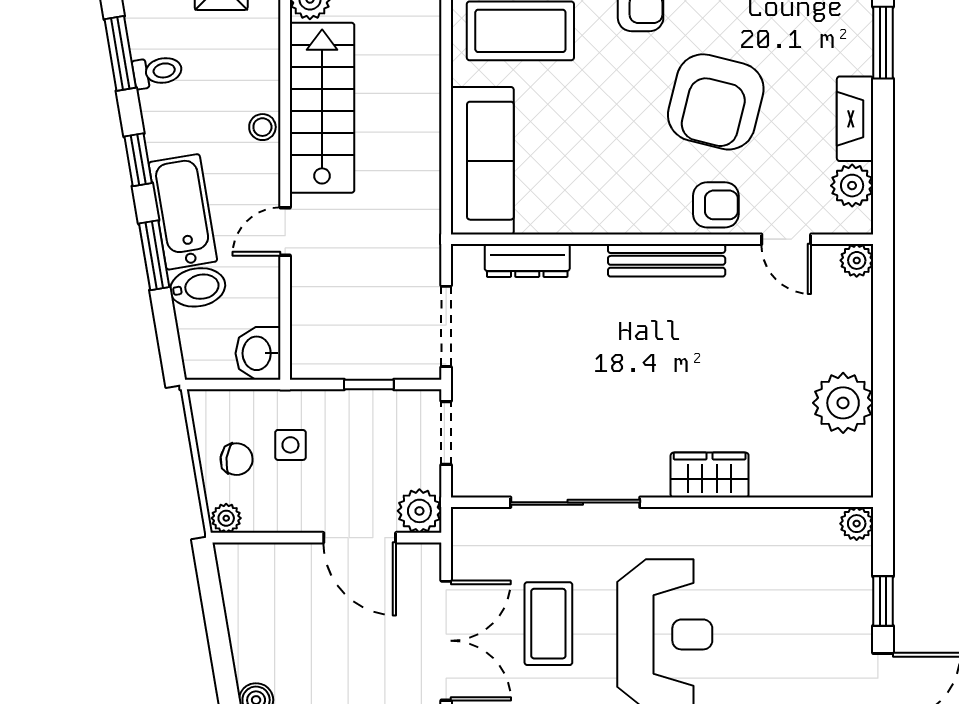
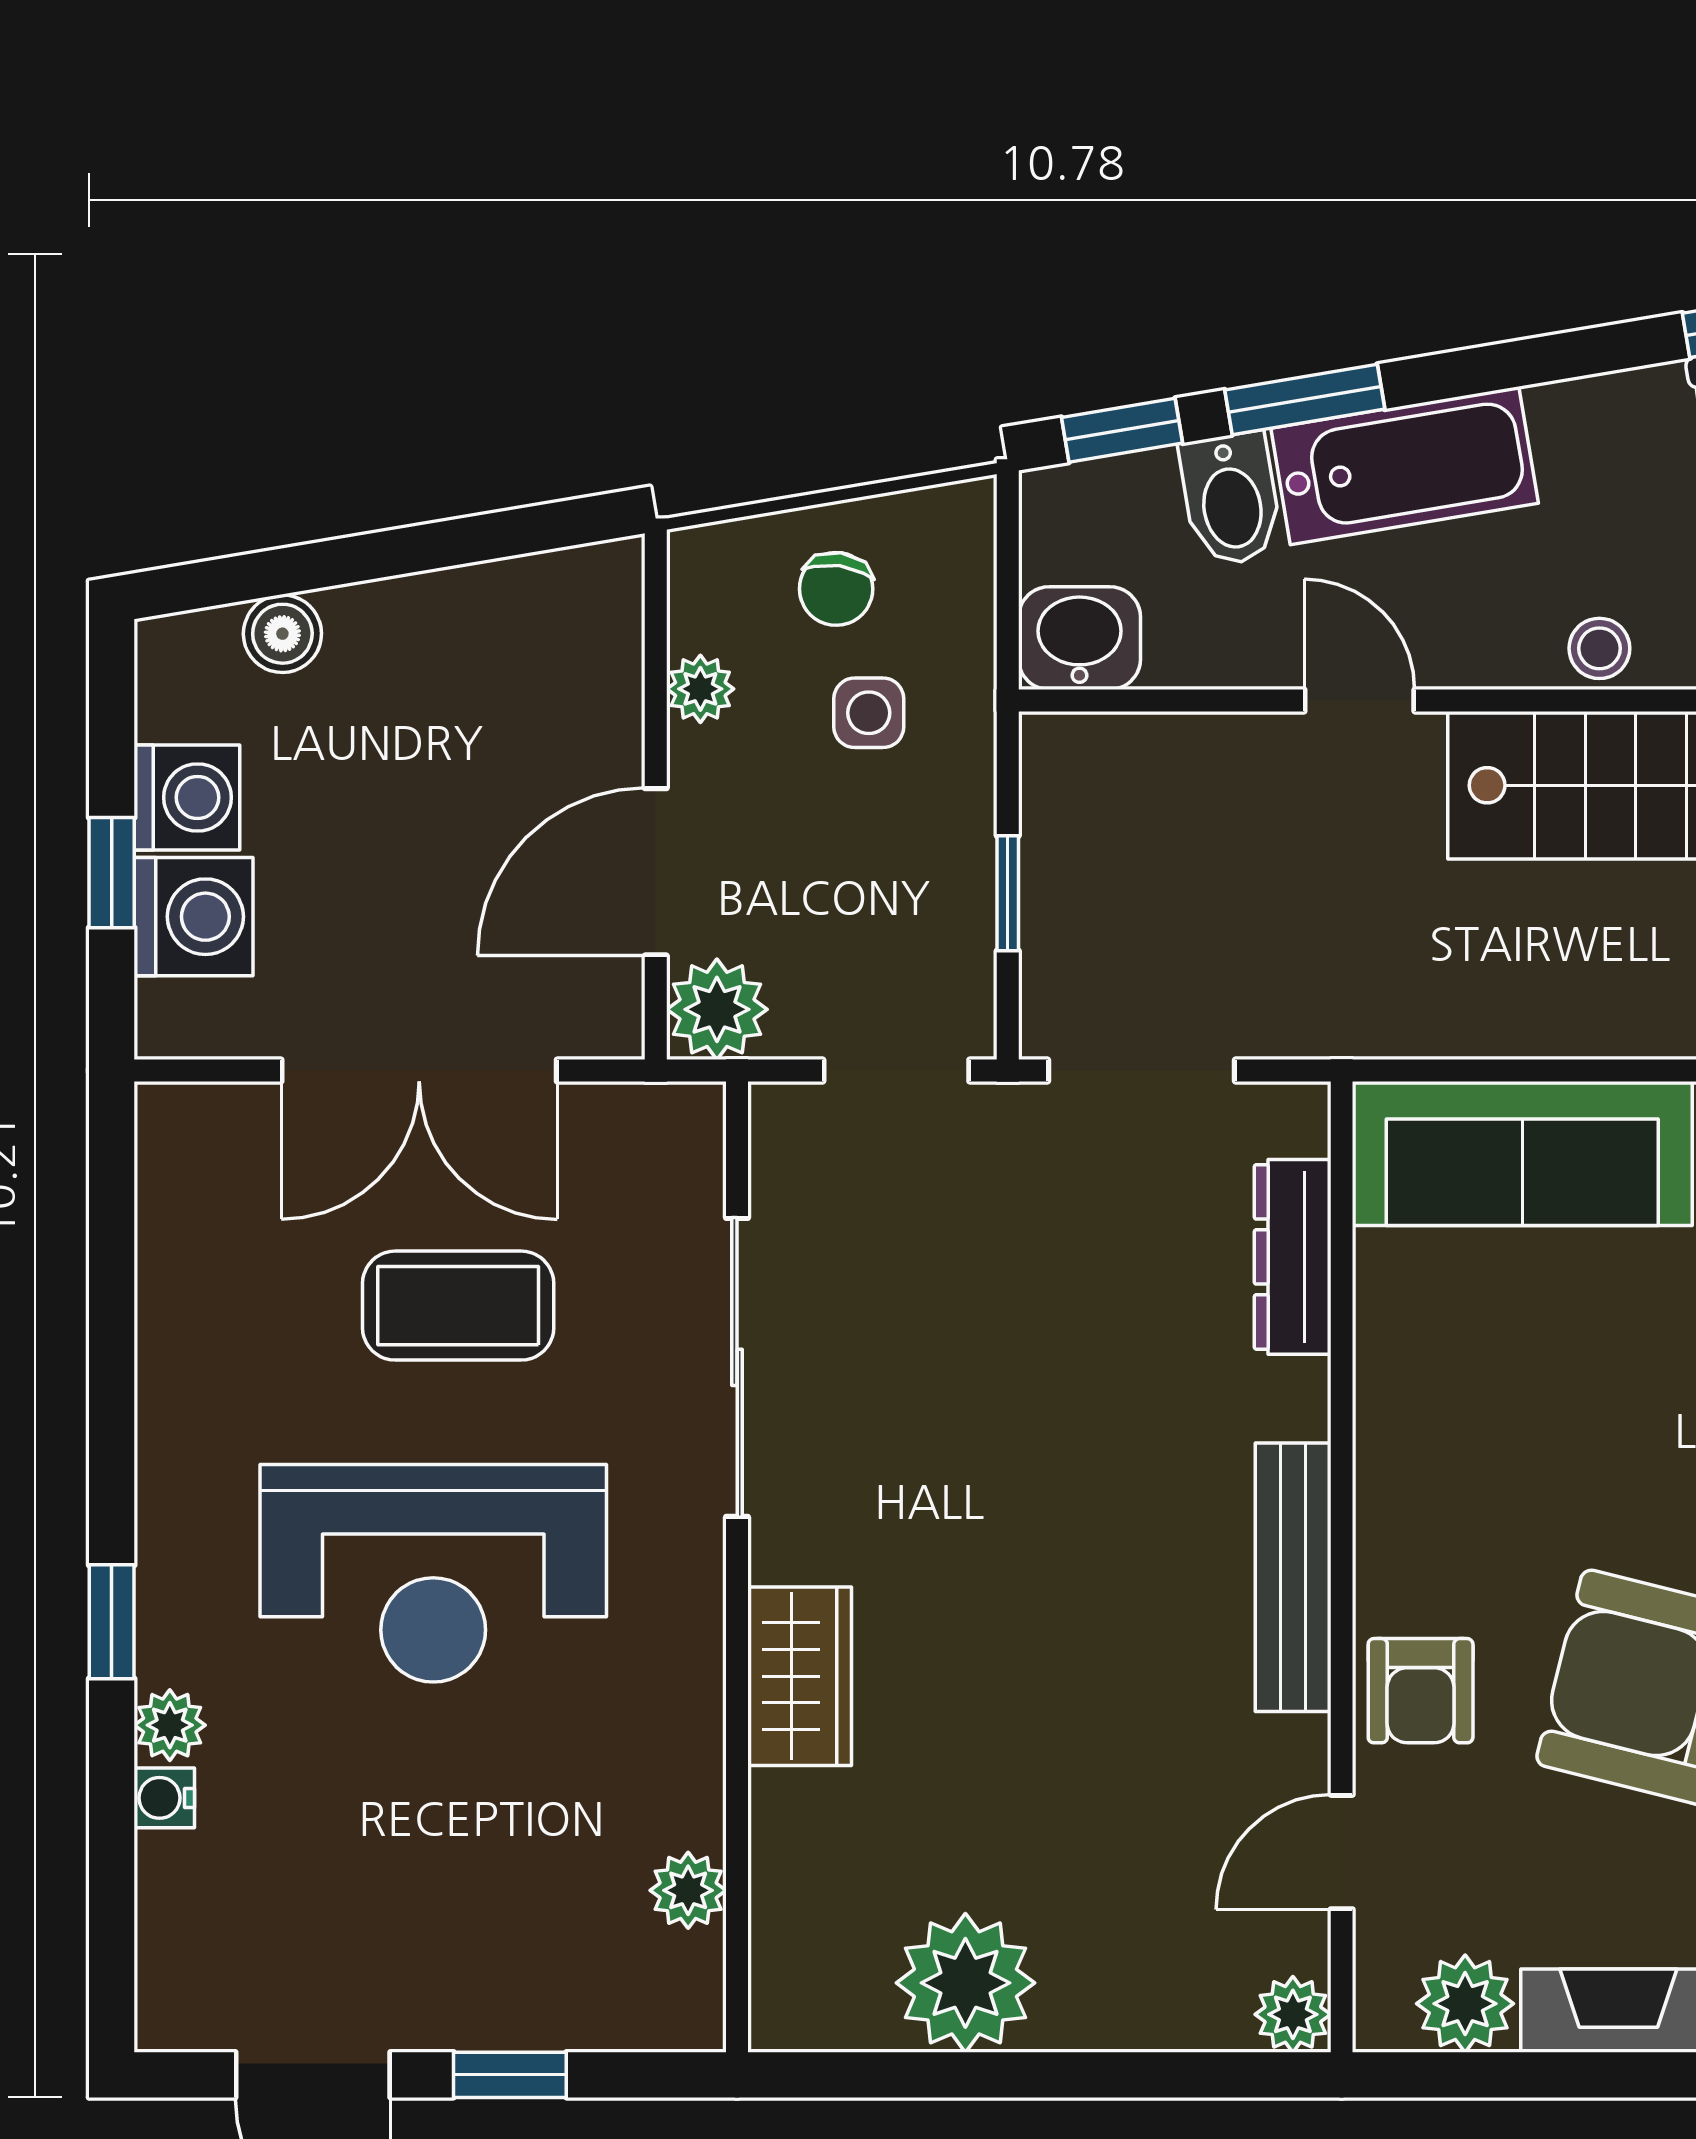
window: (138, 160) -> (1122, 430), moved
plant: (226, 518) -> (700, 689), moved
plant: (857, 524) -> (688, 1890), moved

